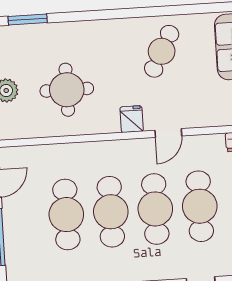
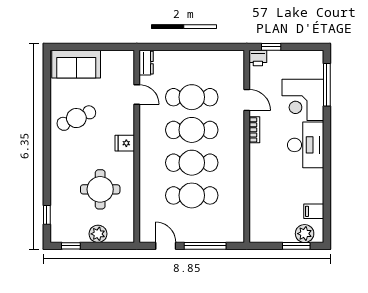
window: (28, 19) -> (47, 215), width x0.67
cafe table: (162, 51) -> (76, 118), turned -52
door: (168, 133) -> (137, 94), moved

